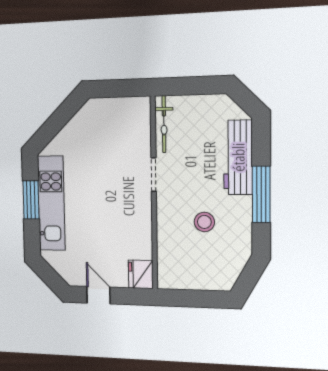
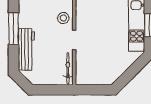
stool: (204, 222) -> (63, 18), moved

